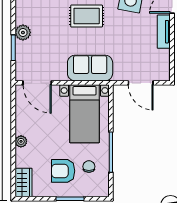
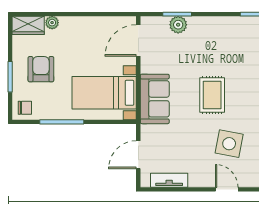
tv unit: (164, 32) -> (169, 180), moved
plant: (23, 33) -> (178, 25), moved
plant: (21, 141) -> (52, 23), moved
chair: (89, 167) -> (25, 108), moved

